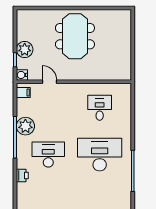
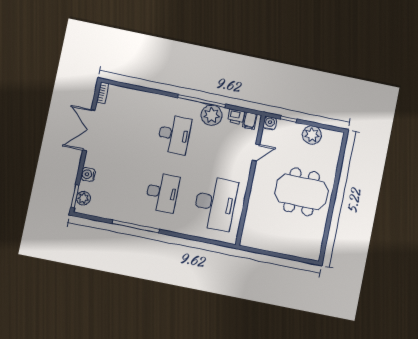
plant: (25, 50) -> (312, 135), moved
desk: (100, 108) -> (215, 203), width x1.87, depth x1.30
desk: (100, 155) -> (162, 192), width x0.73, depth x0.77
printer: (22, 176) -> (236, 117), moved

